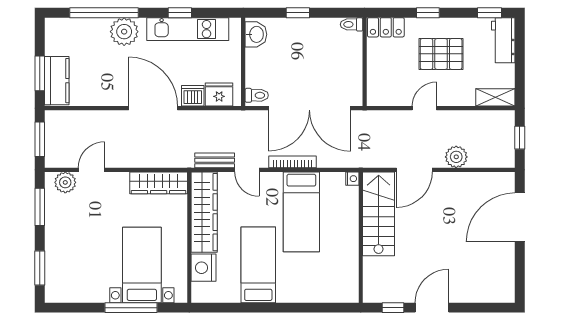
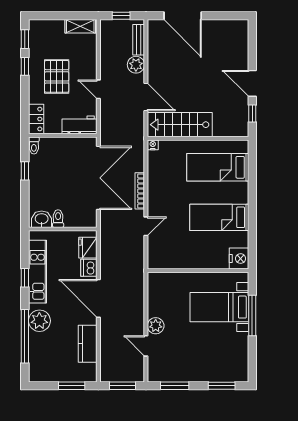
window: (298, 13) -> (25, 171), moved
window: (428, 13) -> (25, 66), moved
workbench: (503, 40) -> (80, 125), moved, turned 180
kitchen counter: (57, 81) -> (88, 344), moved, turned -90
toilet: (257, 95) -> (58, 219), moved
shelving: (495, 97) -> (80, 26), moved, turned 90
door: (153, 108) -> (98, 298), hinge flipped
bench: (215, 160) -> (139, 40), moved
plant: (65, 182) -> (156, 326), moved
wardrobe: (159, 183) -> (156, 294), removed
wardrobe: (204, 212) -> (179, 259), removed
bed: (301, 212) -> (218, 167), moved, turned 180
nightstand: (203, 268) -> (239, 259), moved, turned -90

